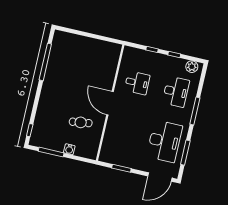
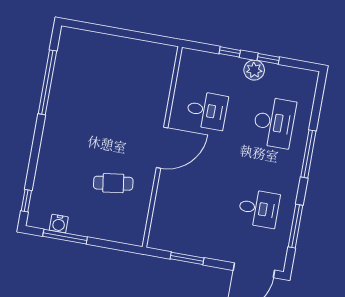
plant: (192, 67) -> (254, 70), moved
door: (110, 103) -> (162, 148), swing flipped
desk: (164, 141) -> (259, 208), width x0.53, depth x0.77
water cooler: (69, 149) -> (59, 224), moved

